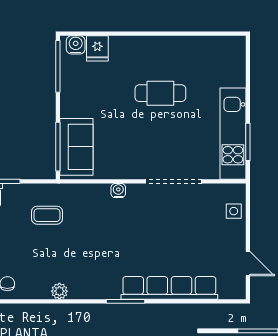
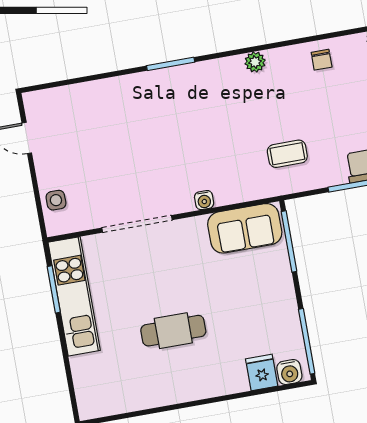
sofa: (76, 147) -> (245, 228), moved, turned -90
row of seats: (169, 288) -> (119, 90), removed

